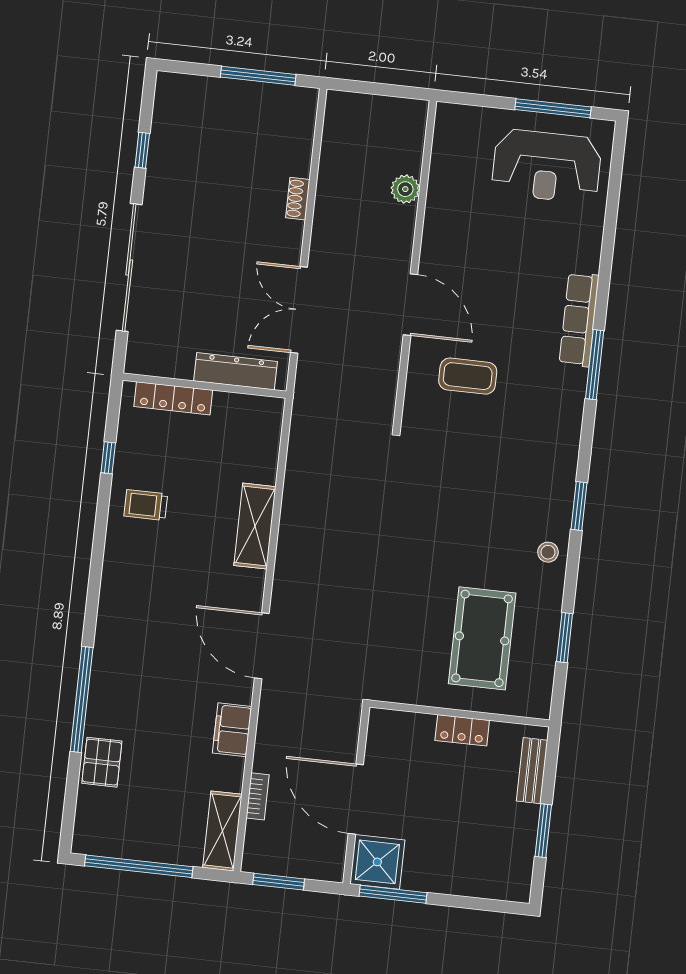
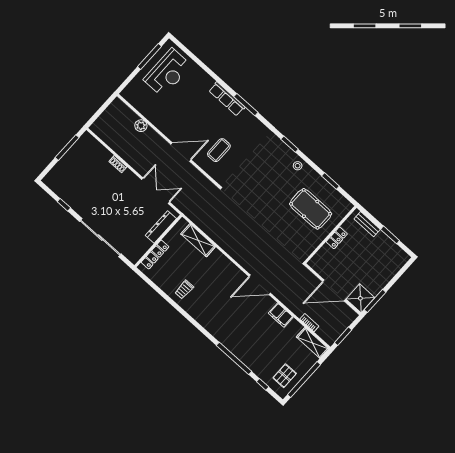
double door: (299, 310) -> (156, 191), swing flipped
window: (108, 458) -> (263, 384), moved
shelving: (255, 526) -> (198, 240), moved
pallet: (102, 762) -> (285, 376), moved, turned 90

